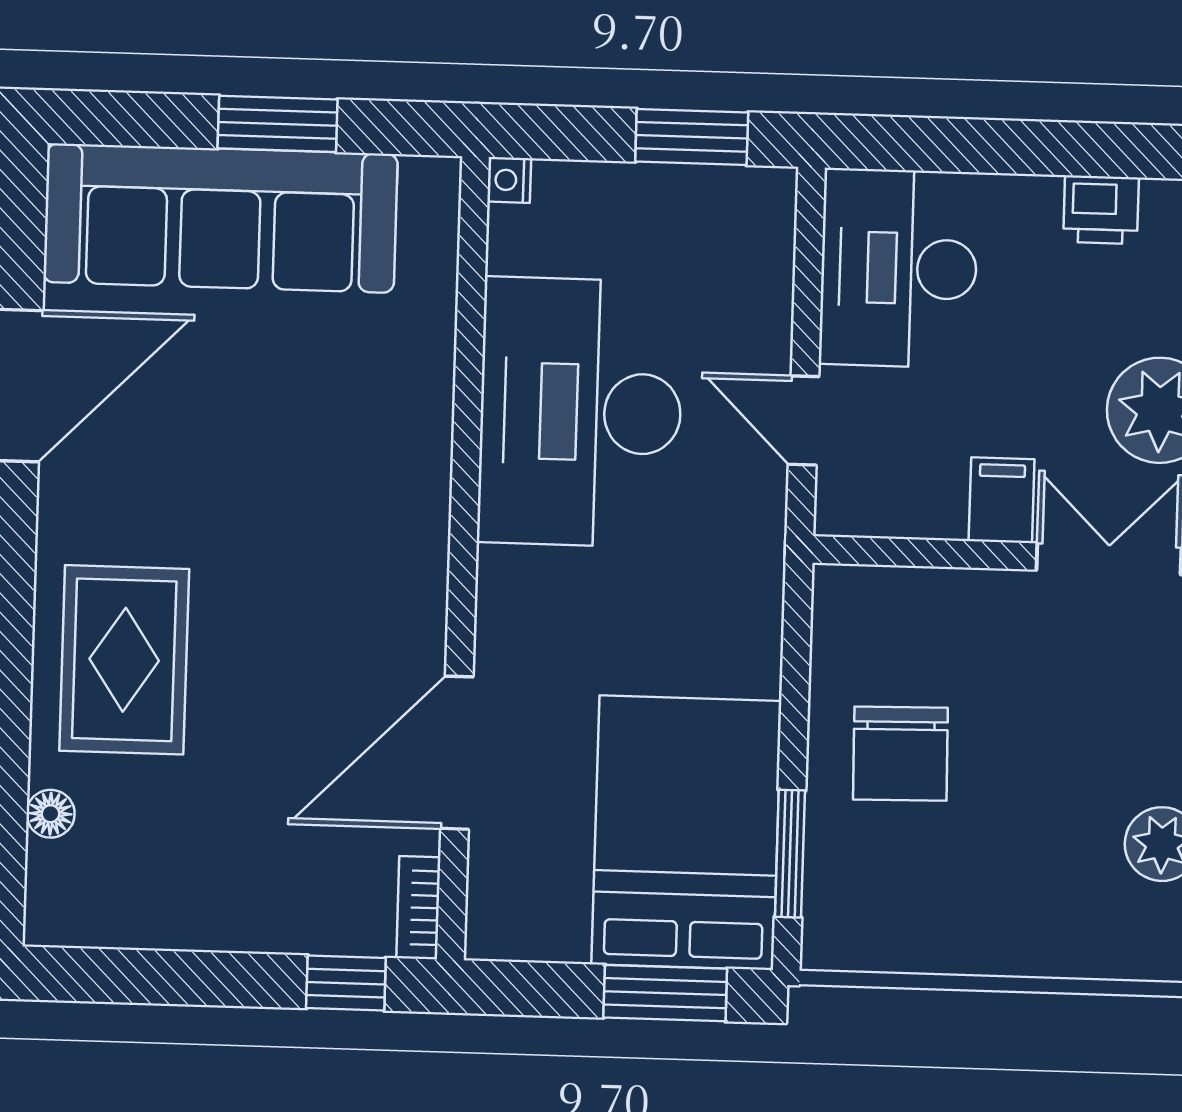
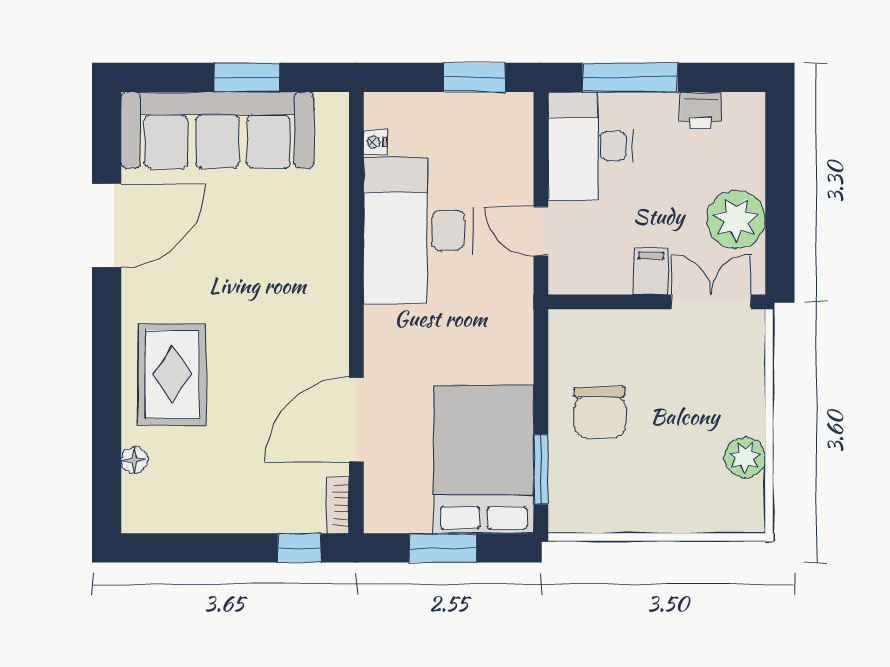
window: (974, 146) -> (630, 77), added
nightstand: (509, 180) -> (375, 142), moved
window: (665, 993) -> (443, 548), moved

